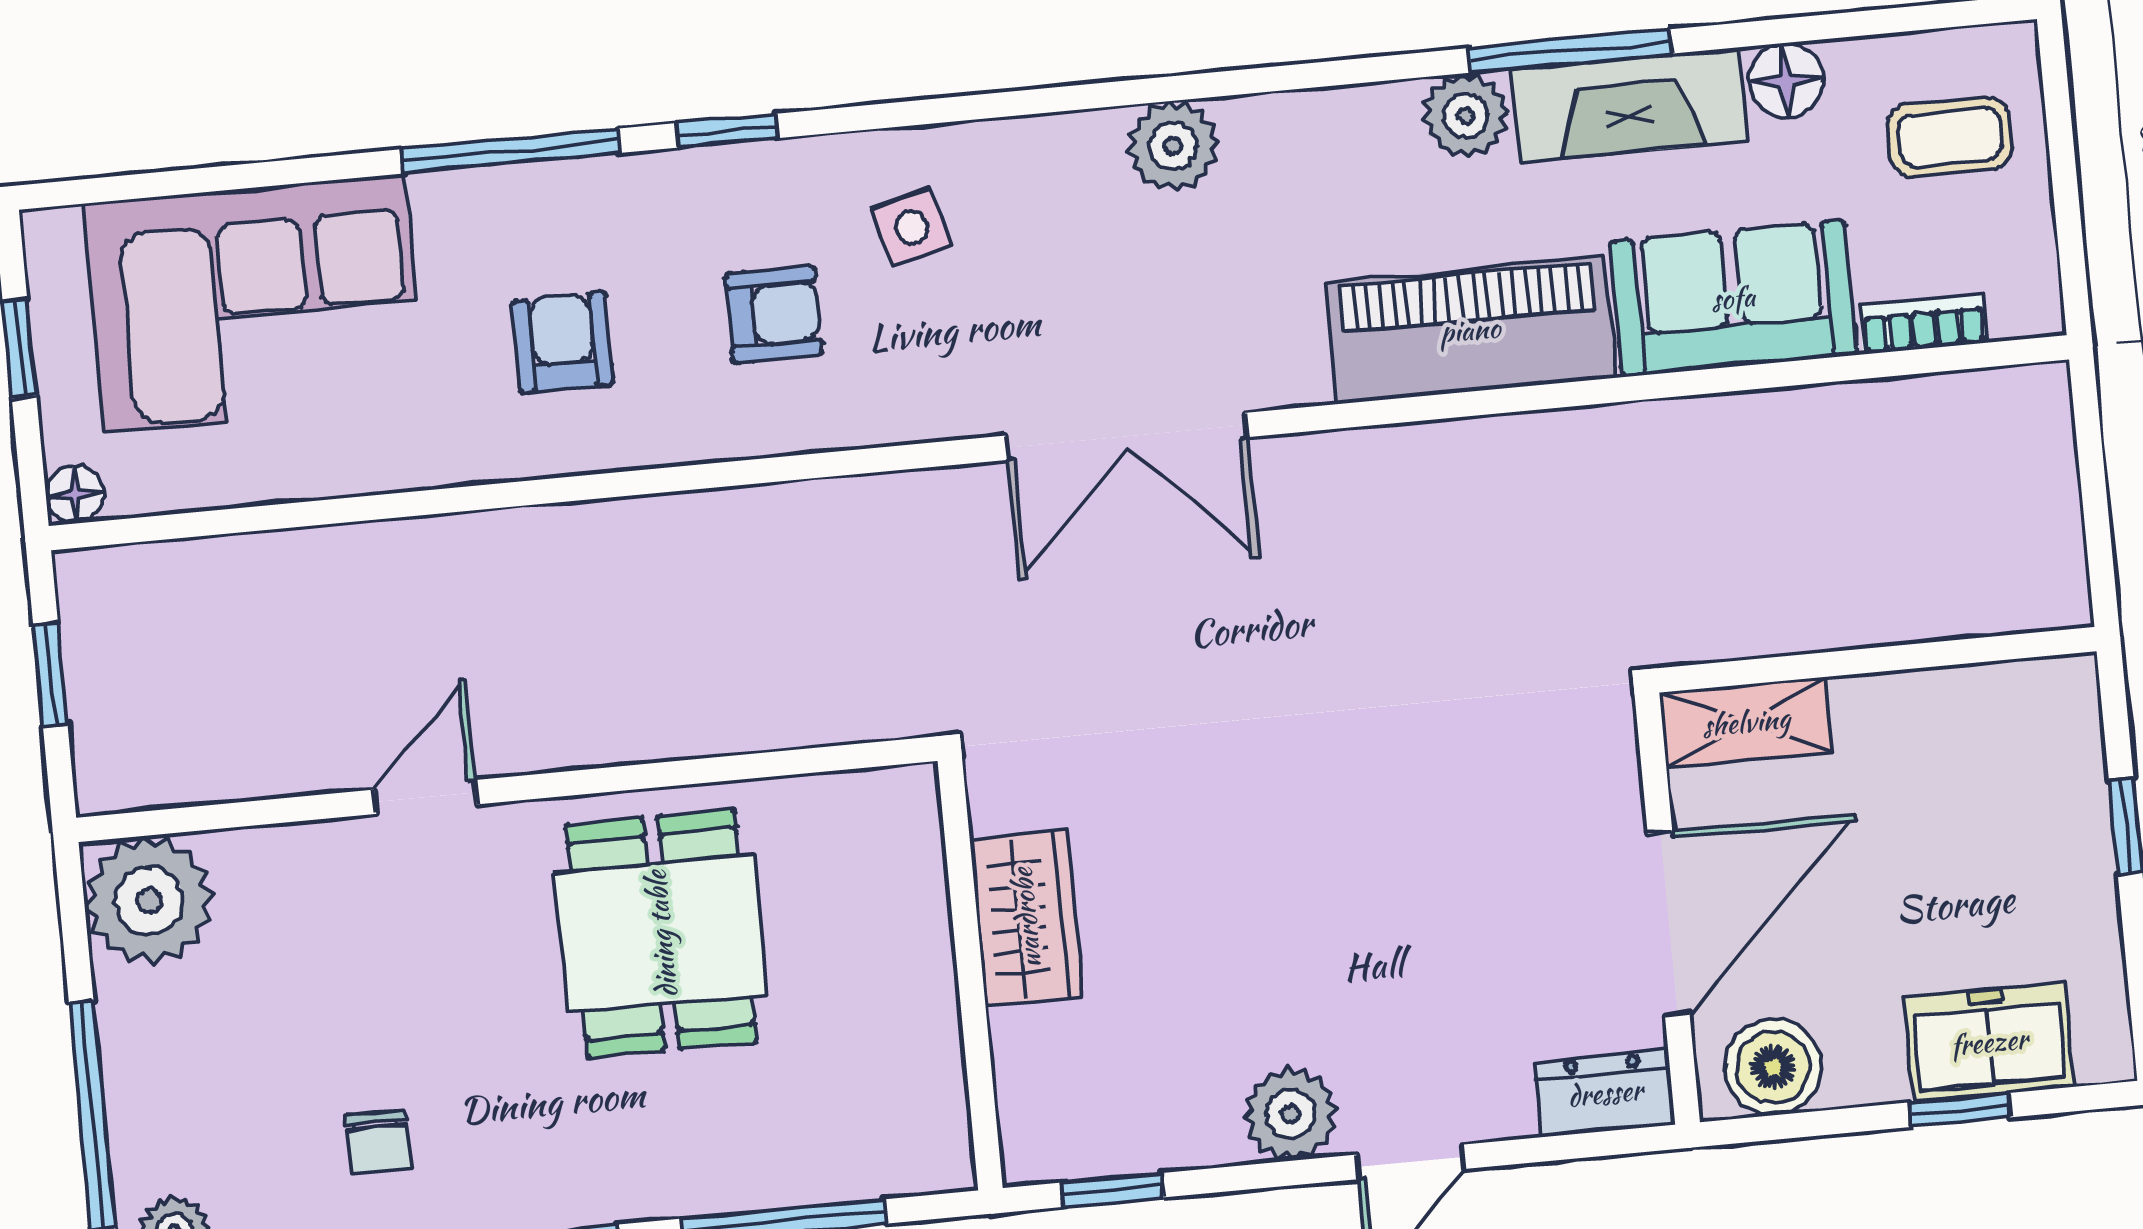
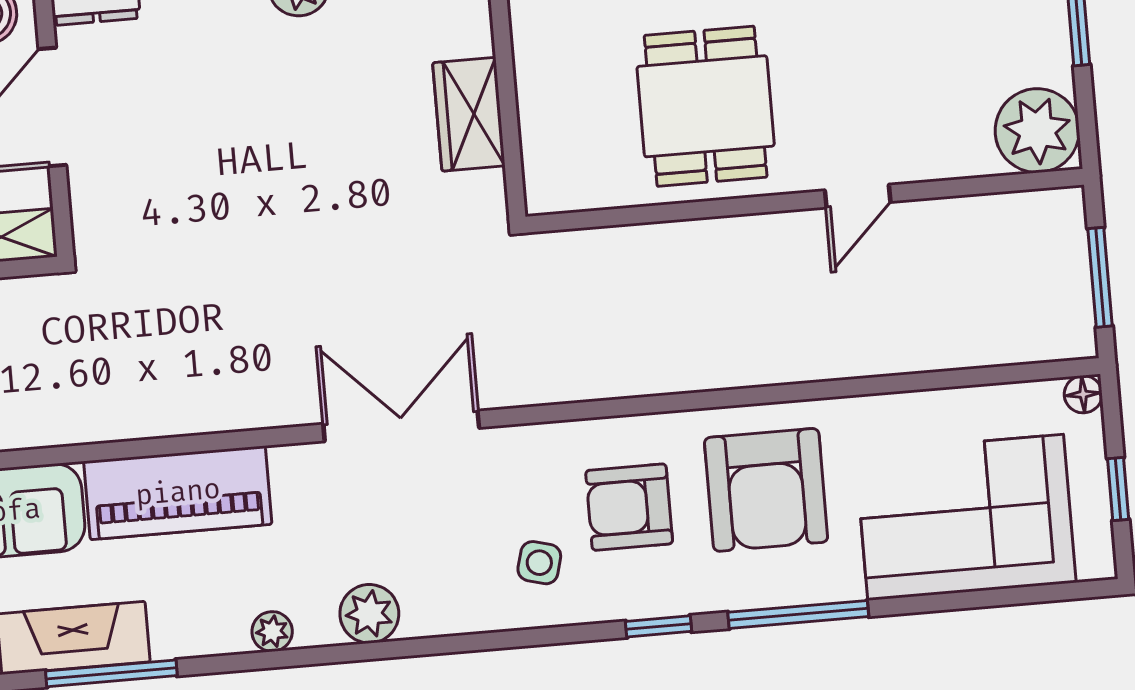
plant: (1466, 116) -> (272, 631), moved, width x0.73, depth x0.73
side table: (911, 227) -> (539, 563), turned 30
armchair: (774, 314) -> (629, 507), width x1.38, depth x1.38
armchair: (563, 343) -> (766, 490), width x1.88, depth x1.88
window: (50, 675) -> (1100, 277), width x1.50

